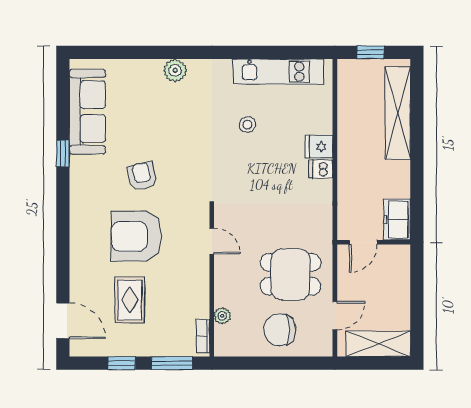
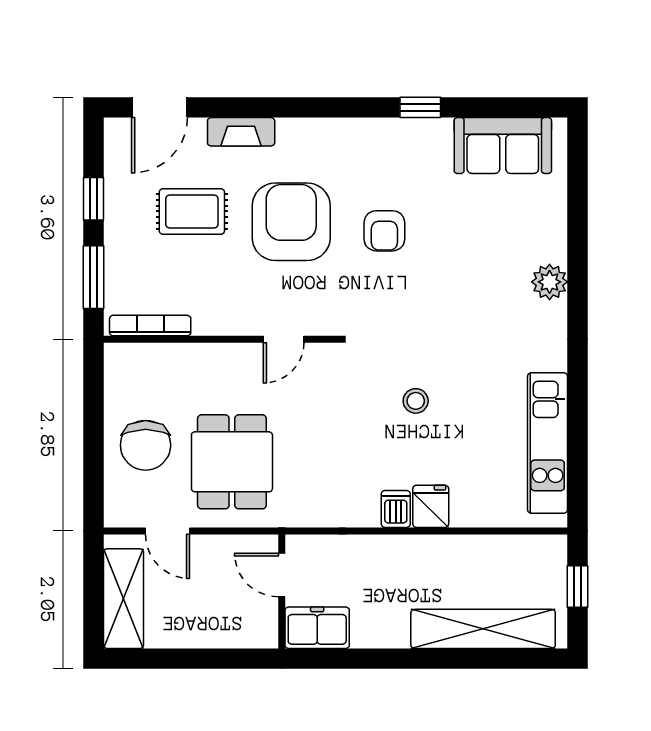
sofa: (87, 112) -> (503, 146), width x0.73
stool: (247, 125) -> (416, 401), moved
armchair: (142, 176) -> (384, 231), turned 102
fireplace: (79, 268) -> (241, 132), added
plant: (222, 316) -> (167, 356), removed
chair: (280, 330) -> (146, 445), turned 180
bookcase: (203, 336) -> (150, 326), width x1.56

